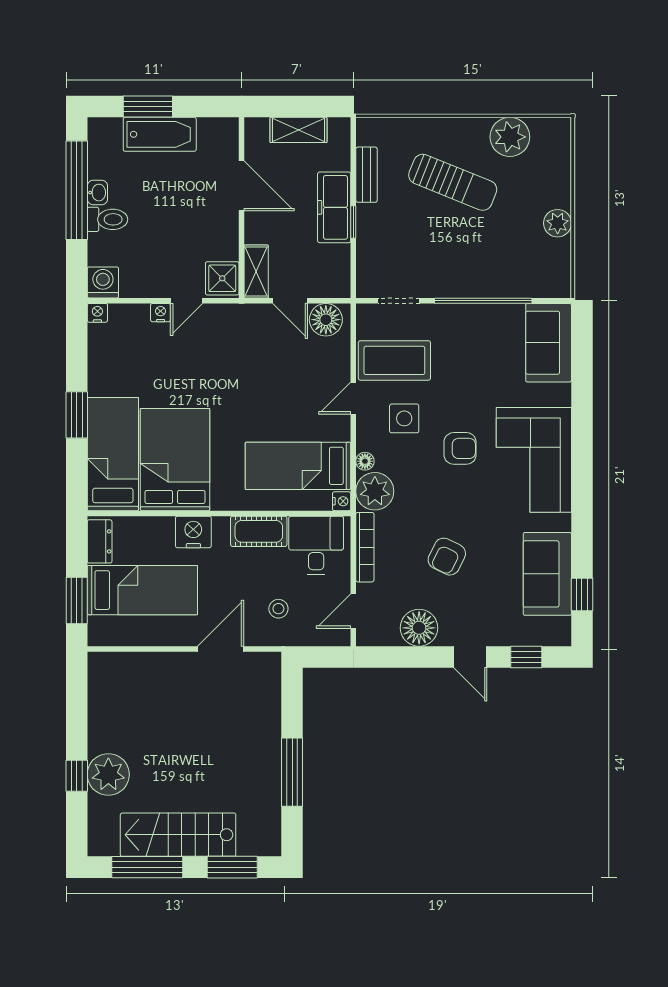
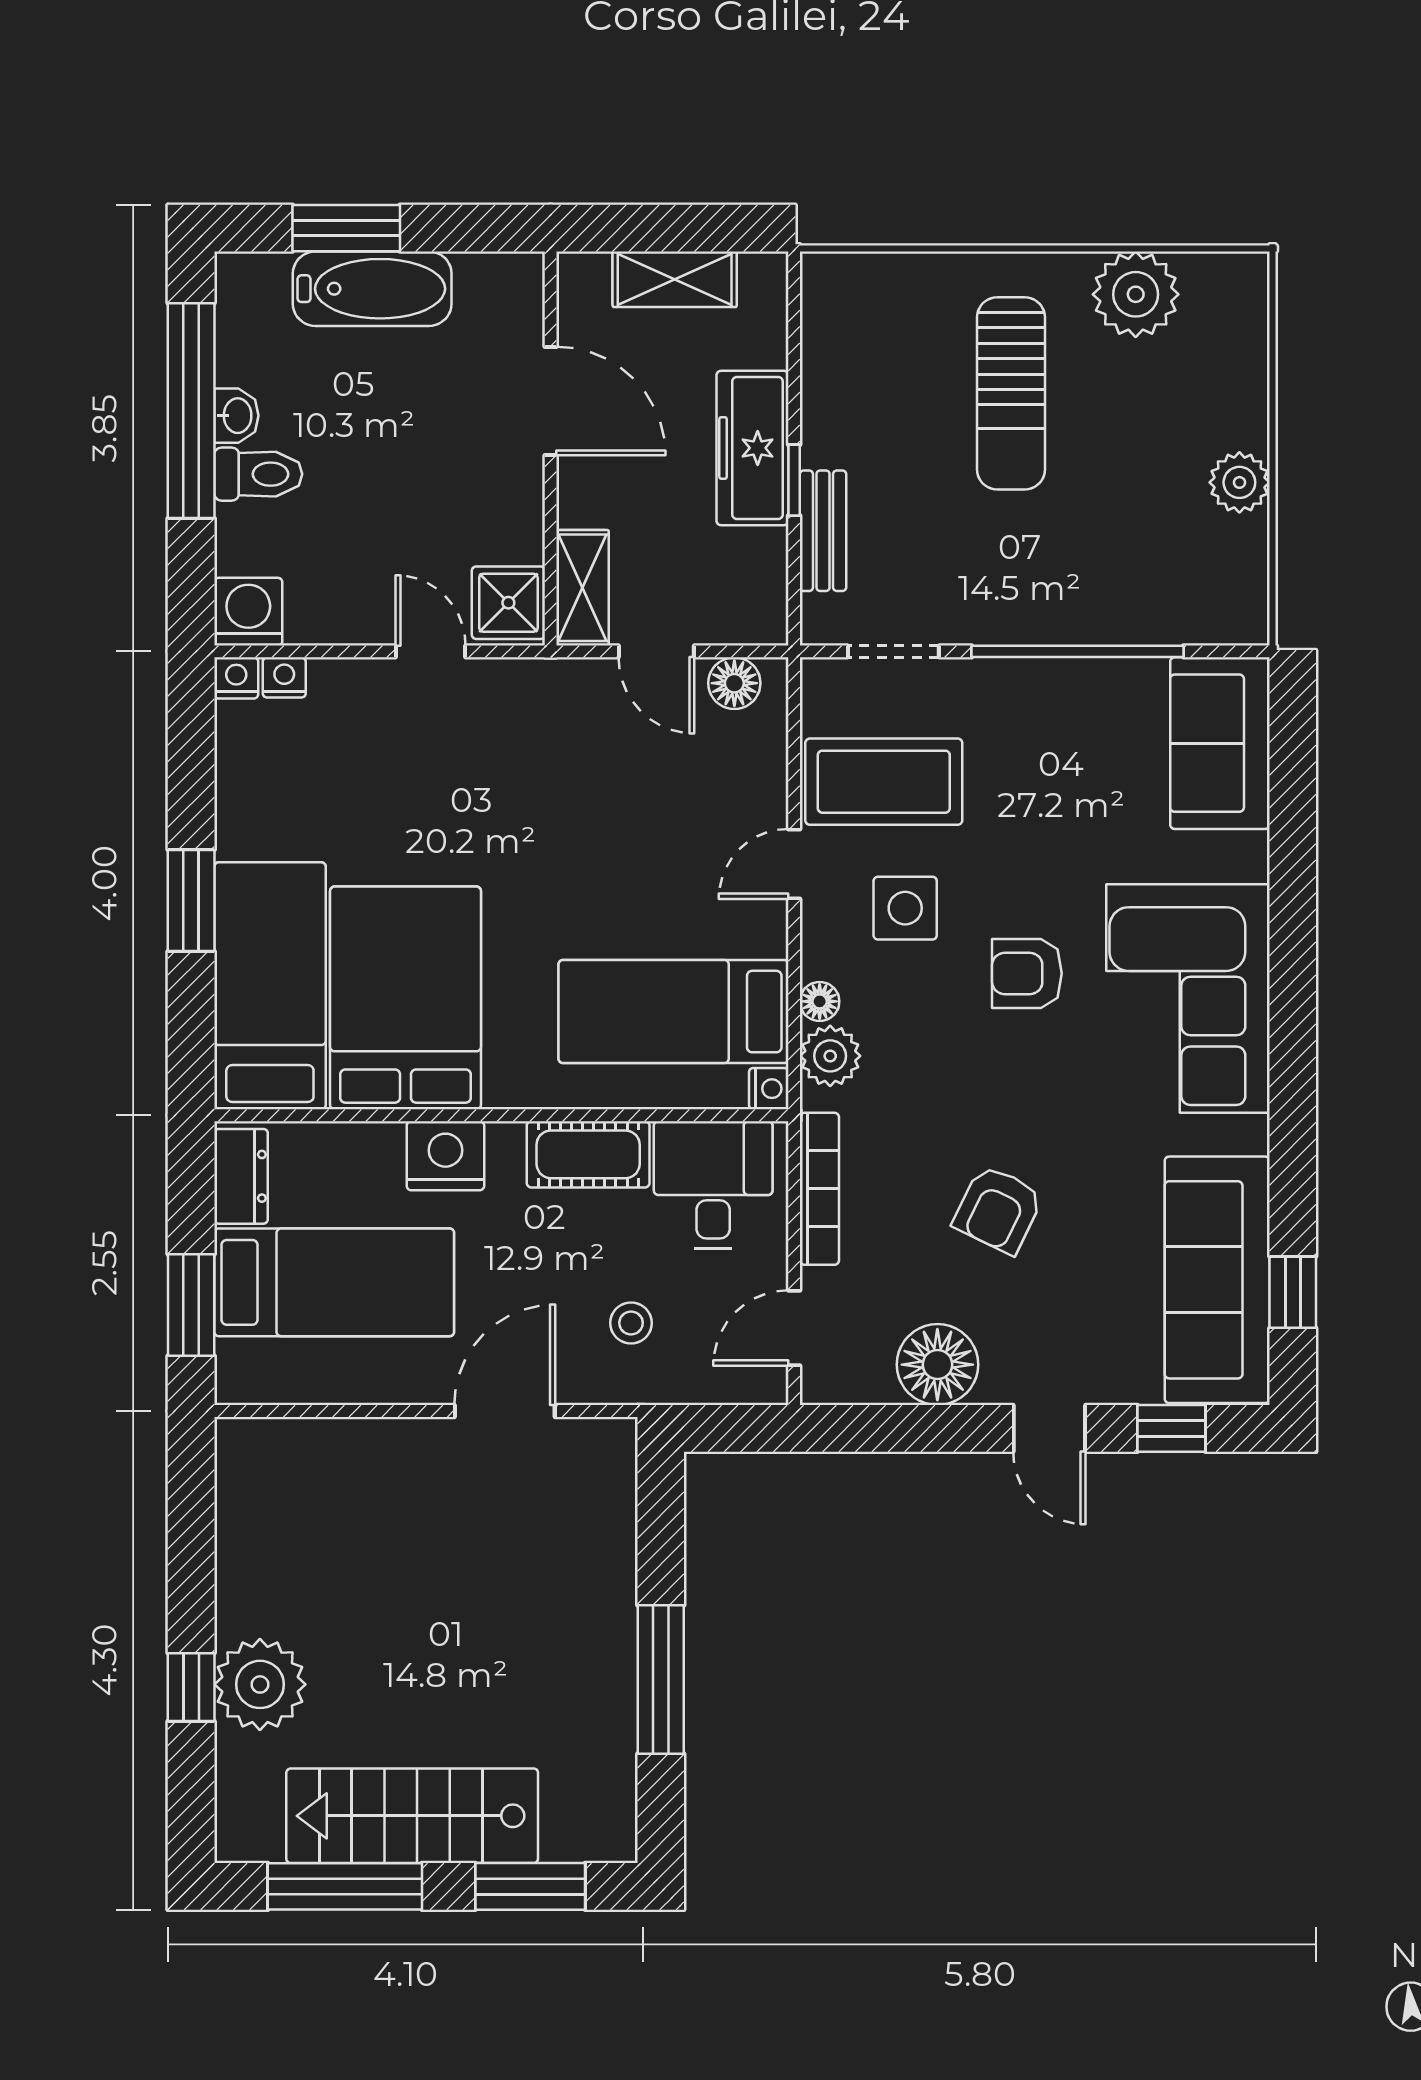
bench: (367, 175) -> (823, 531), moved
sun lounger: (453, 182) -> (1011, 393), turned 68
door: (186, 301) -> (431, 651), swing flipped
nightstand: (161, 313) -> (284, 677), moved
floor lamp: (326, 320) -> (734, 683), width x0.73, depth x0.73
armchair: (460, 448) -> (1027, 973), turned 180
plant: (375, 491) -> (830, 1056), width x0.73, depth x0.73
sofa: (547, 574) -> (1217, 1280), width x1.36

